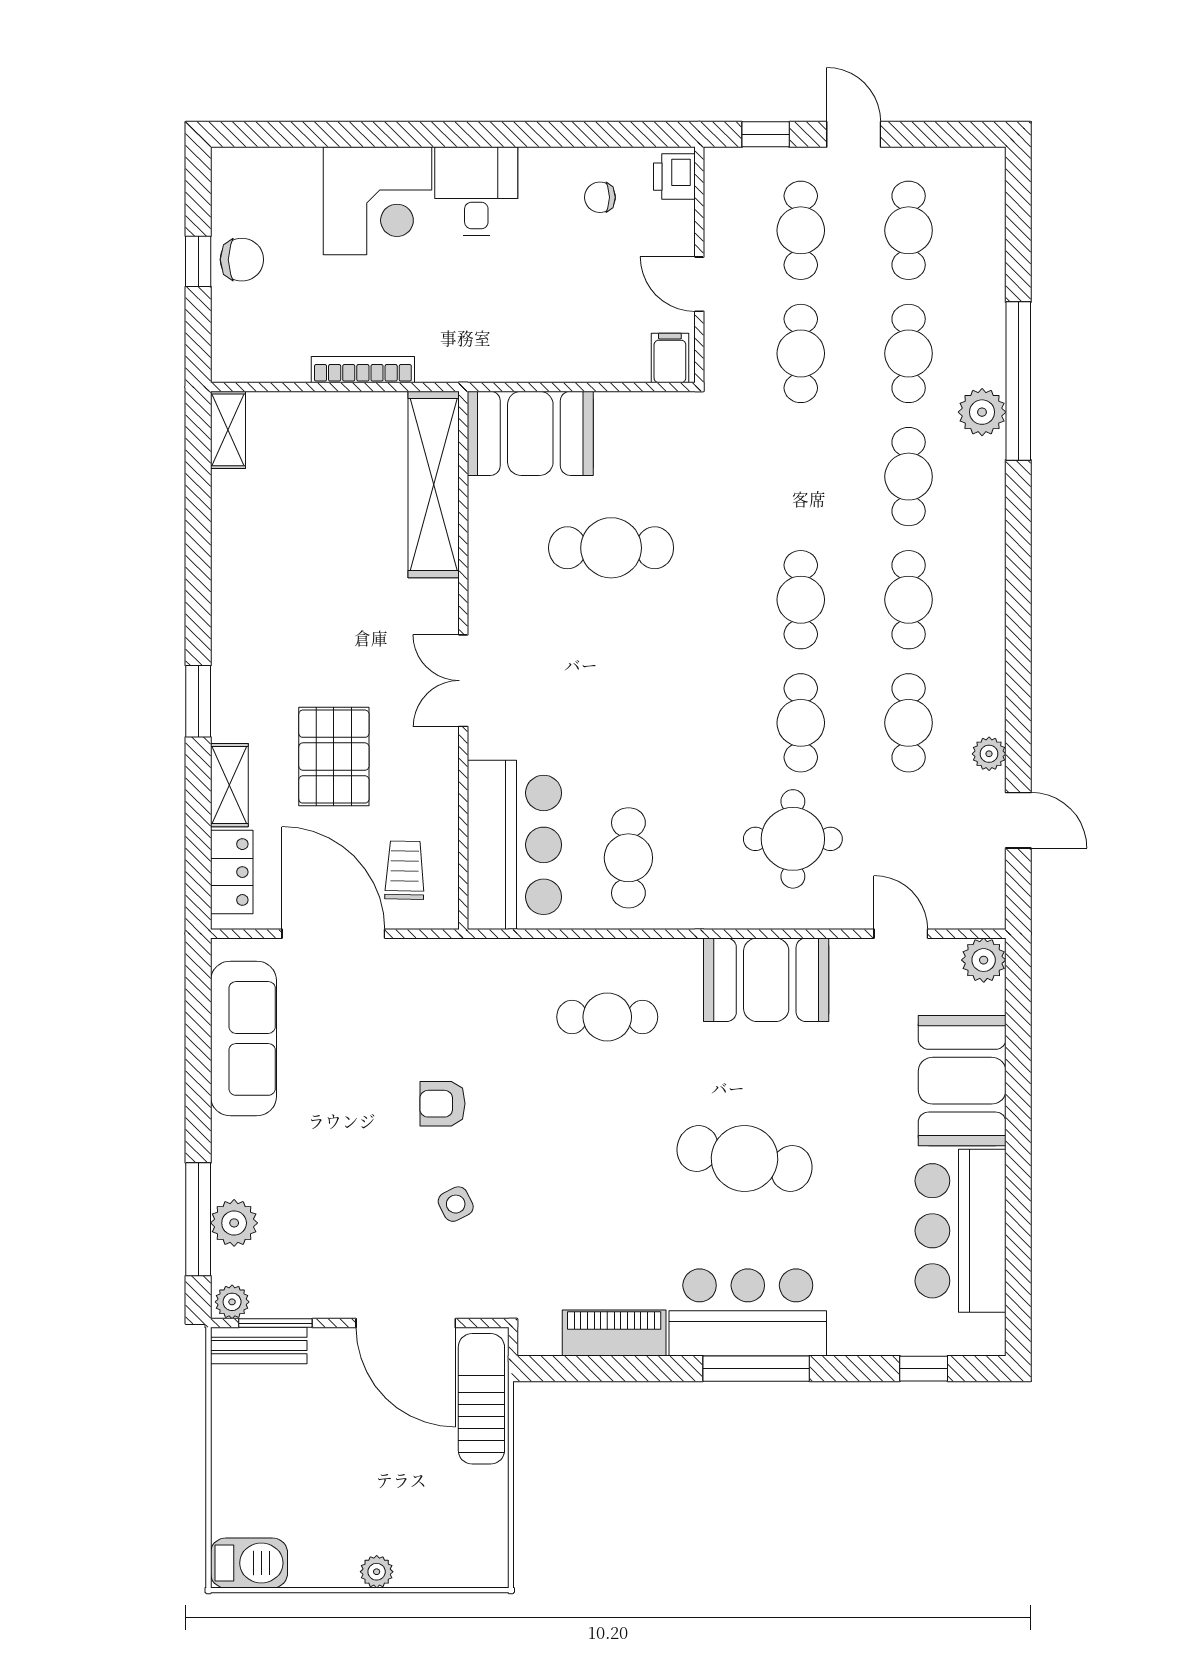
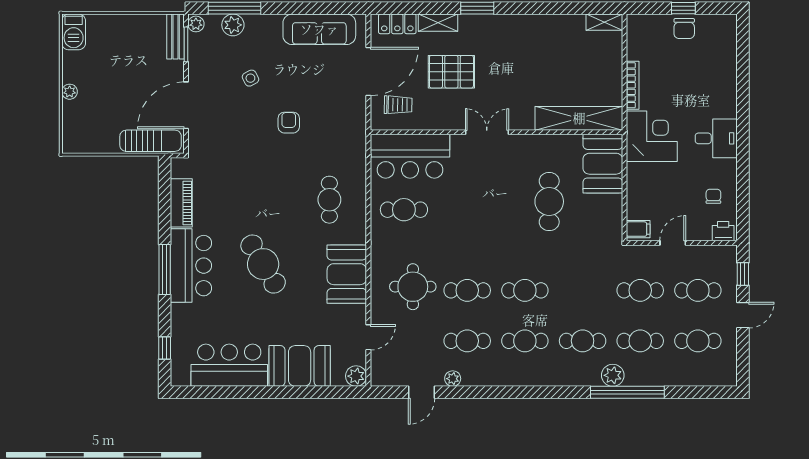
corner desk: (377, 201) -> (652, 136), moved, turned 180
cafe table: (745, 1158) -> (263, 264), turned -43
side table: (456, 1204) -> (250, 78), moved

